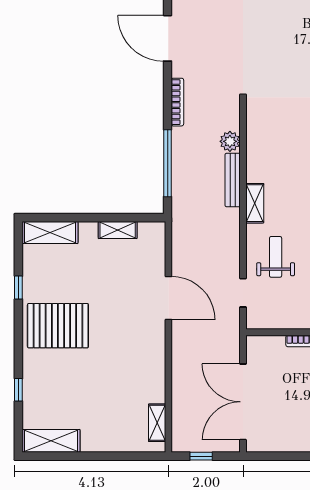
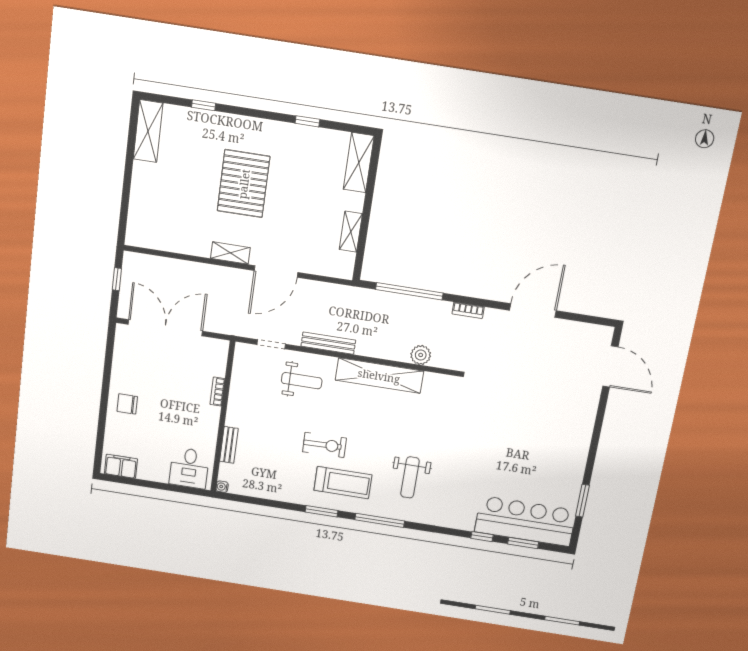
bookcase: (177, 102) -> (468, 310), width x0.64
bench: (233, 180) -> (328, 343), moved
shelving: (255, 203) -> (379, 376), width x2.20, depth x1.33
pallet: (58, 326) -> (244, 184), moved
shelving: (157, 423) -> (230, 253), moved

